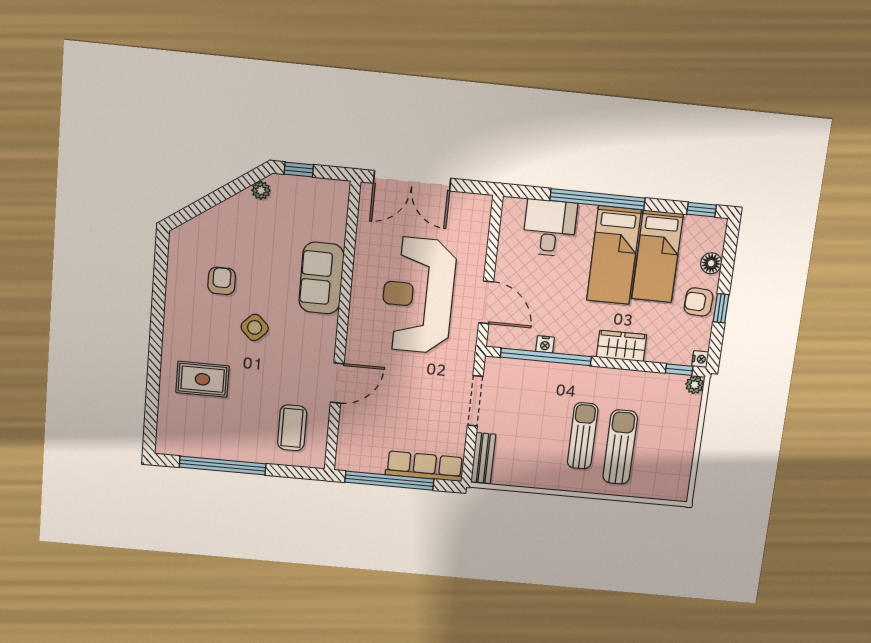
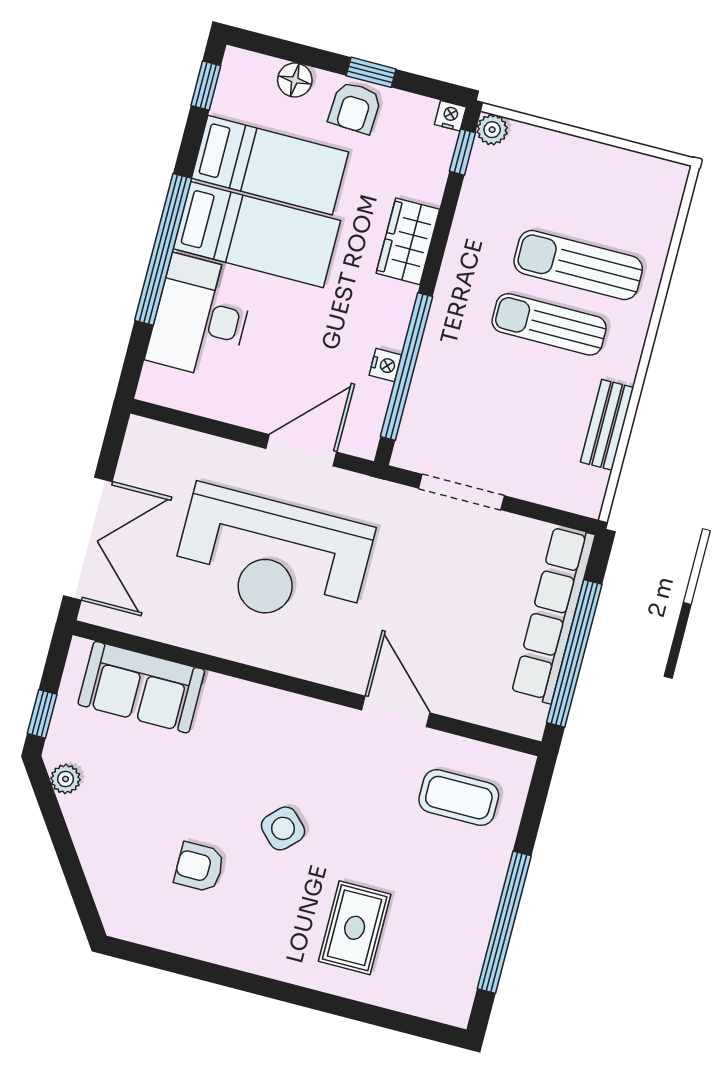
desk: (550, 228) -> (201, 317), width x1.37
sofa: (321, 278) -> (141, 687), moved
bench: (483, 458) -> (607, 425), moved, turned 90
row of seats: (425, 466) -> (553, 614), width x1.36

